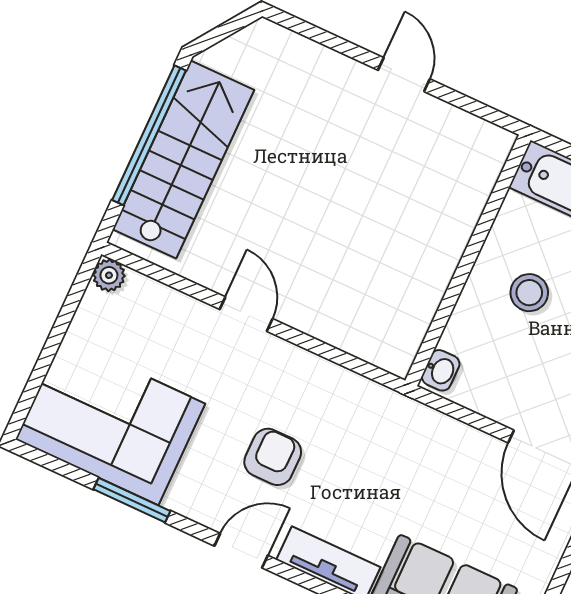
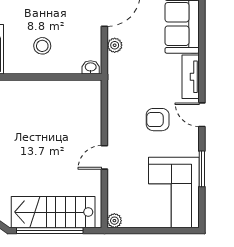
plant: (463, 439) -> (115, 45), added

